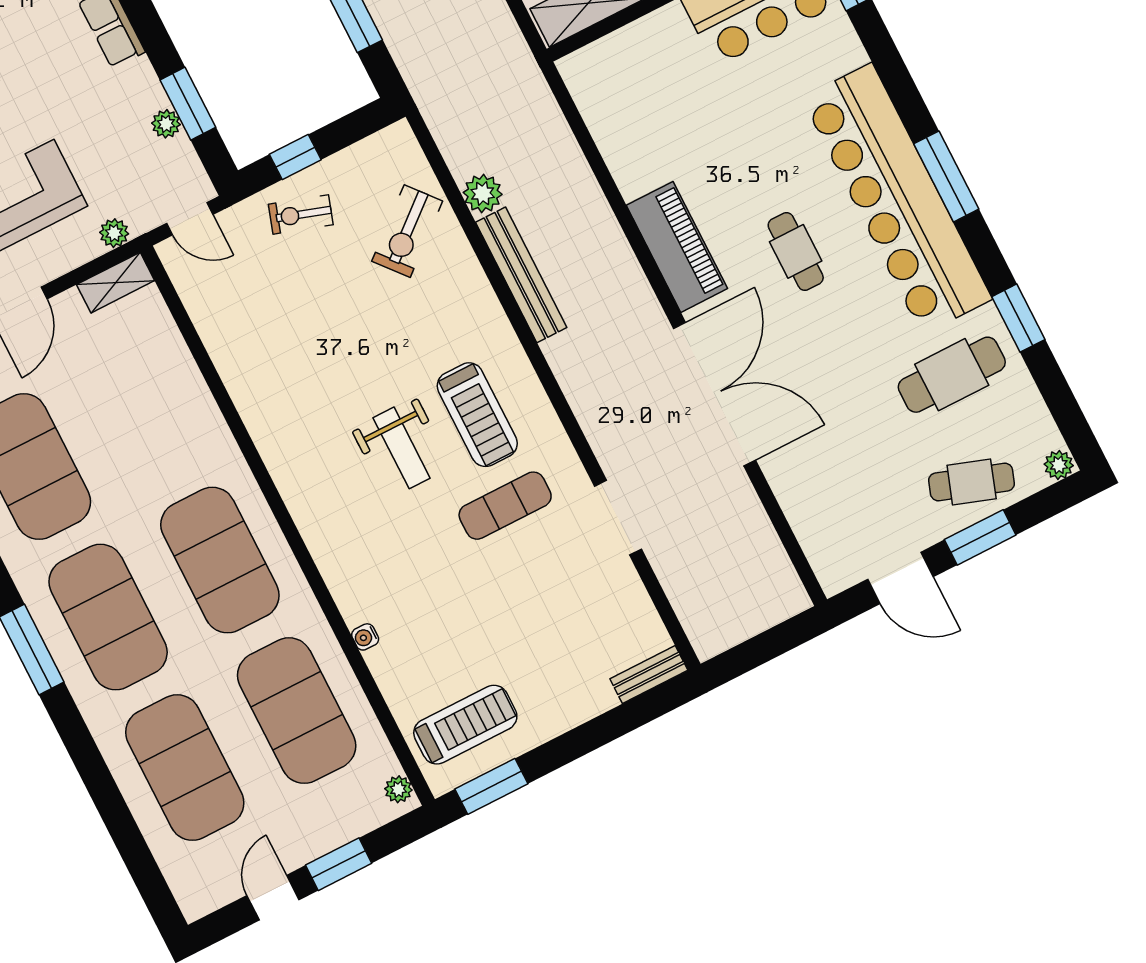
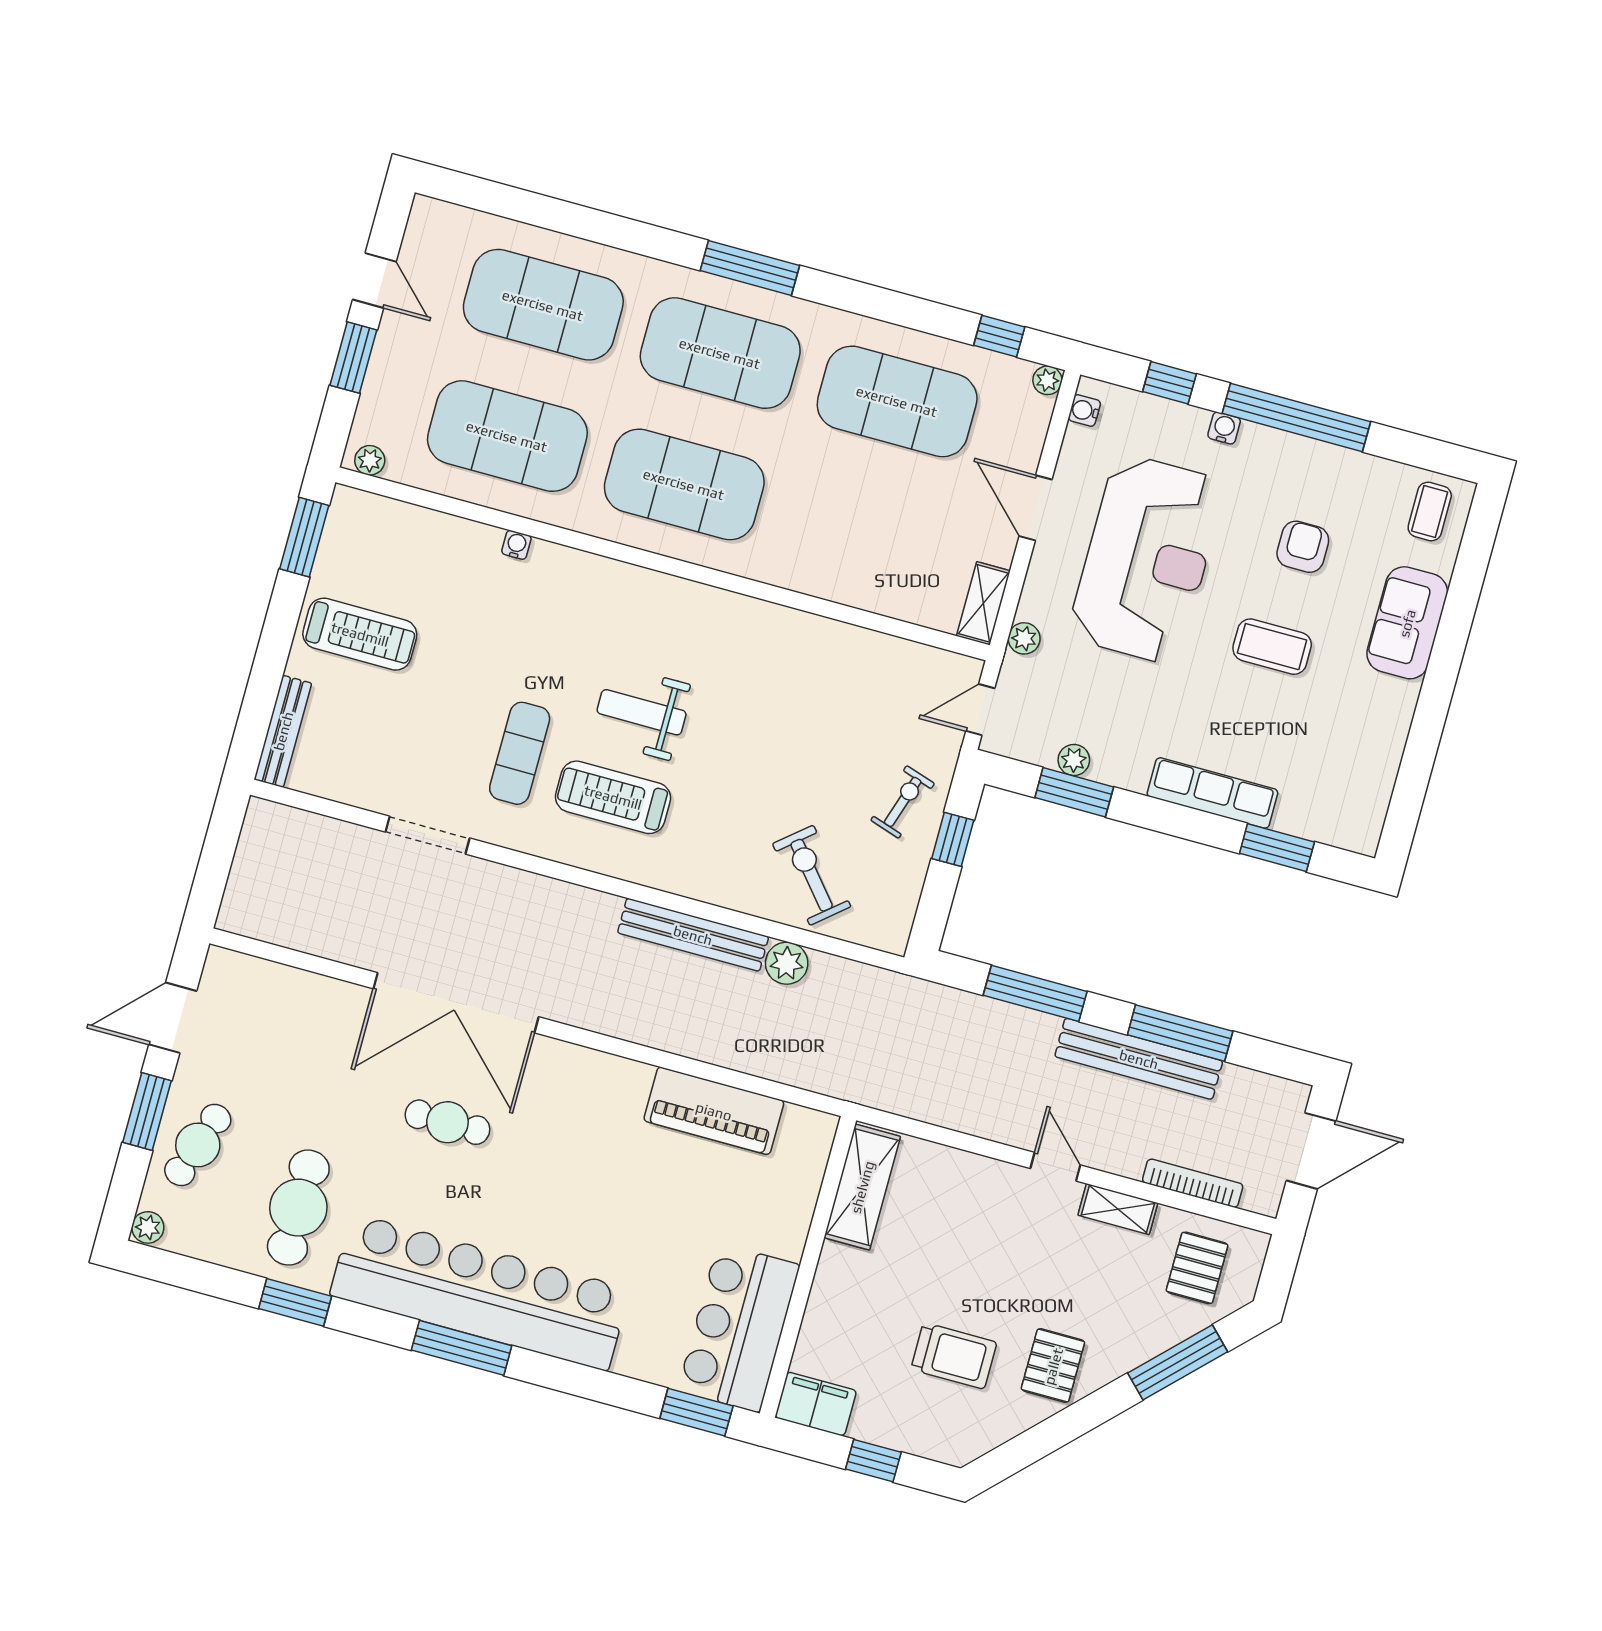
piano: (677, 247) -> (714, 1111), moved
cafe table: (796, 251) -> (447, 1122), moved
bench: (649, 674) -> (283, 731), width x1.36
treadmill: (465, 725) -> (360, 634), moved, turned -90

